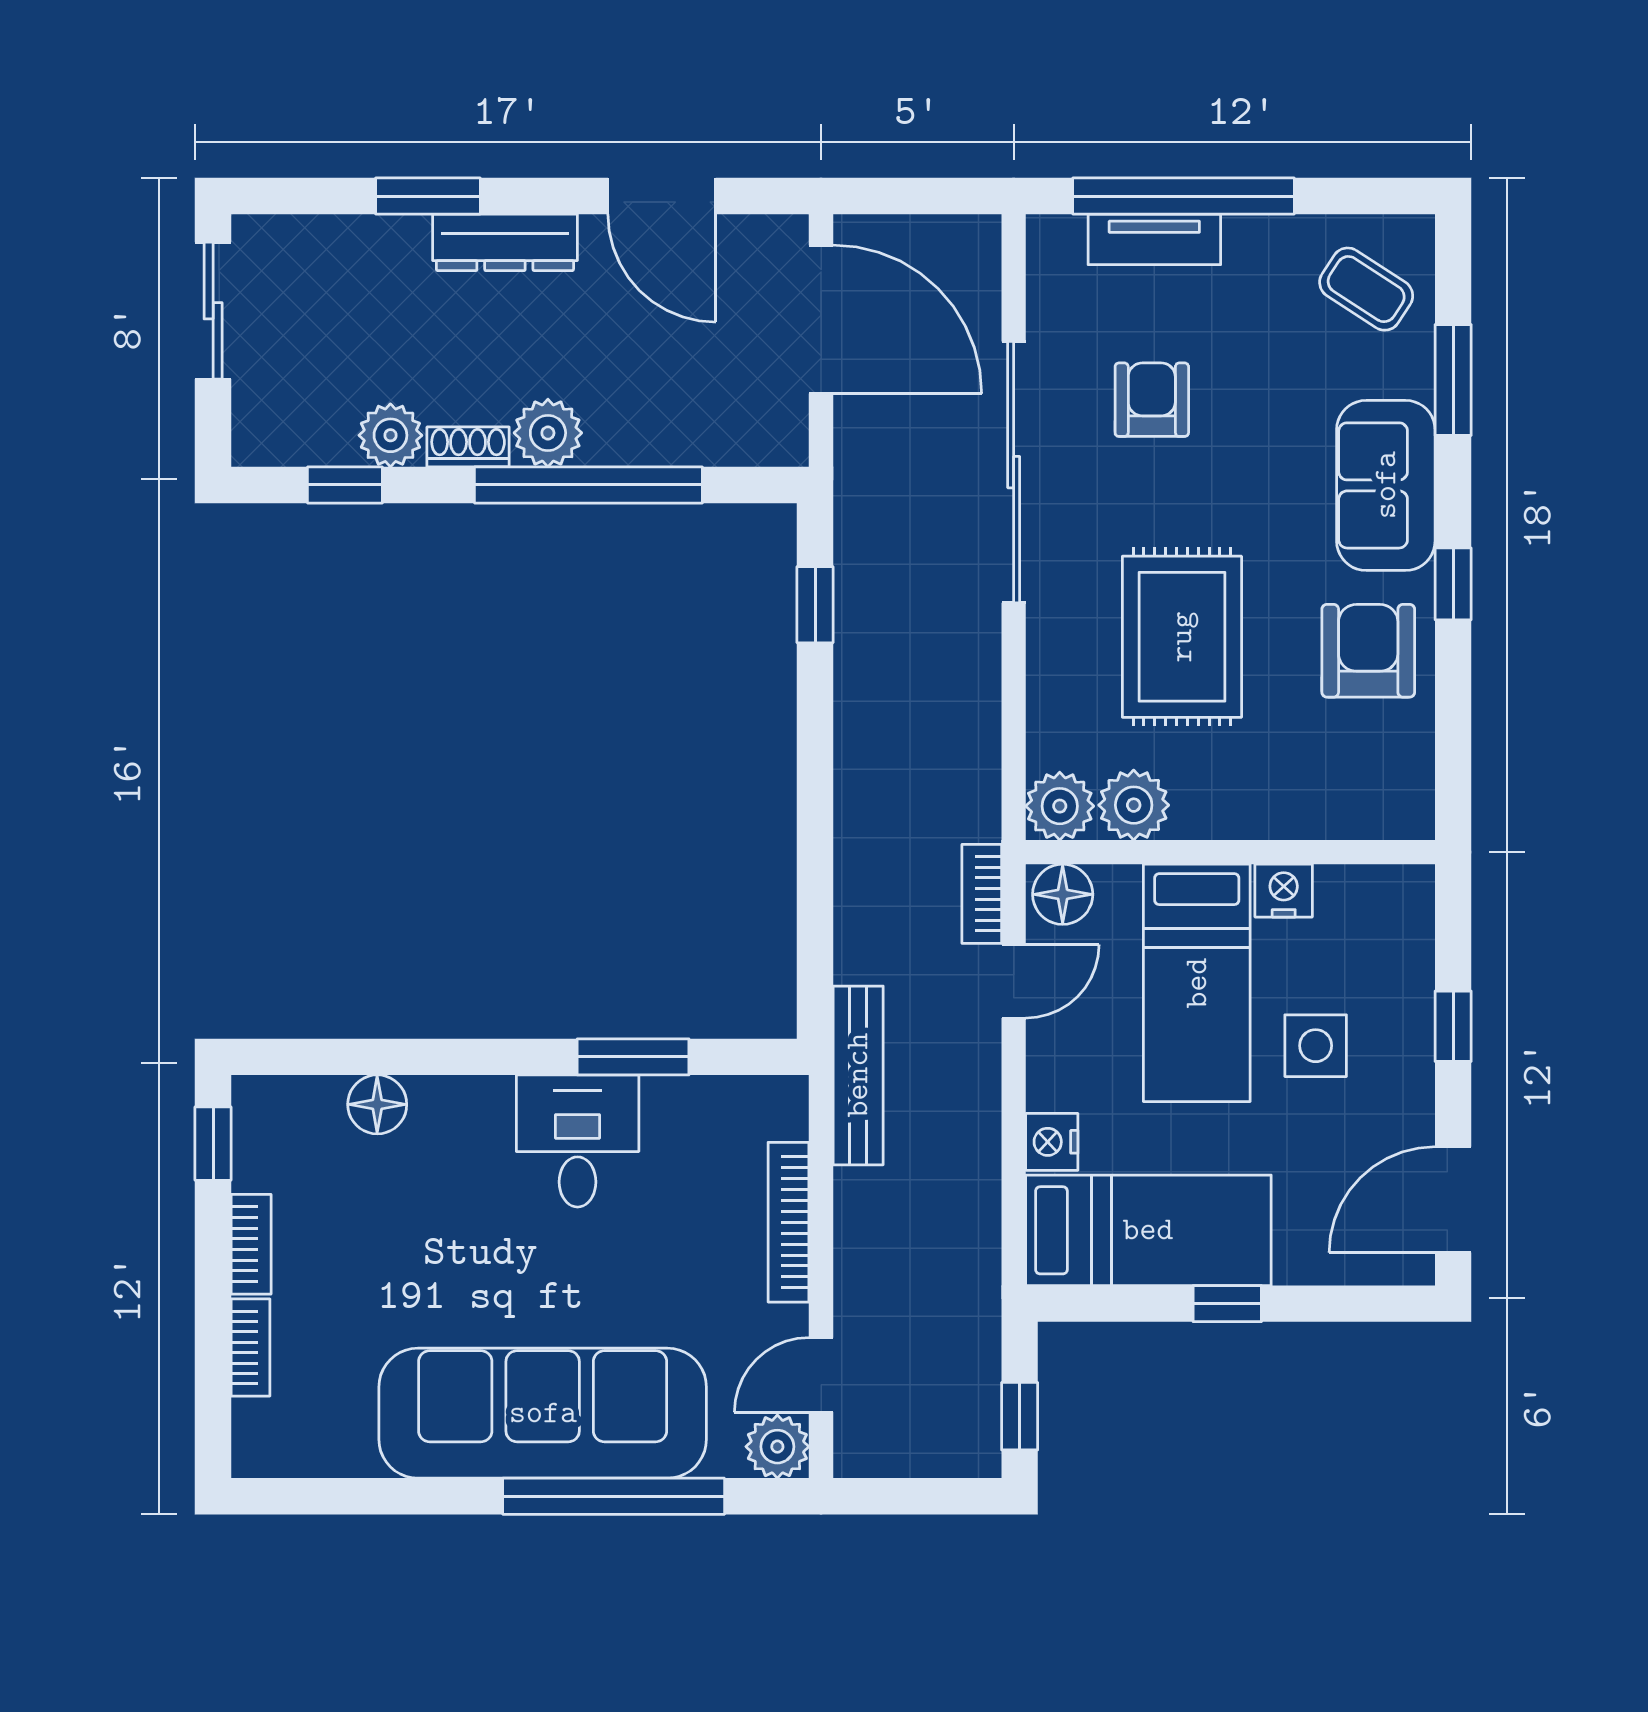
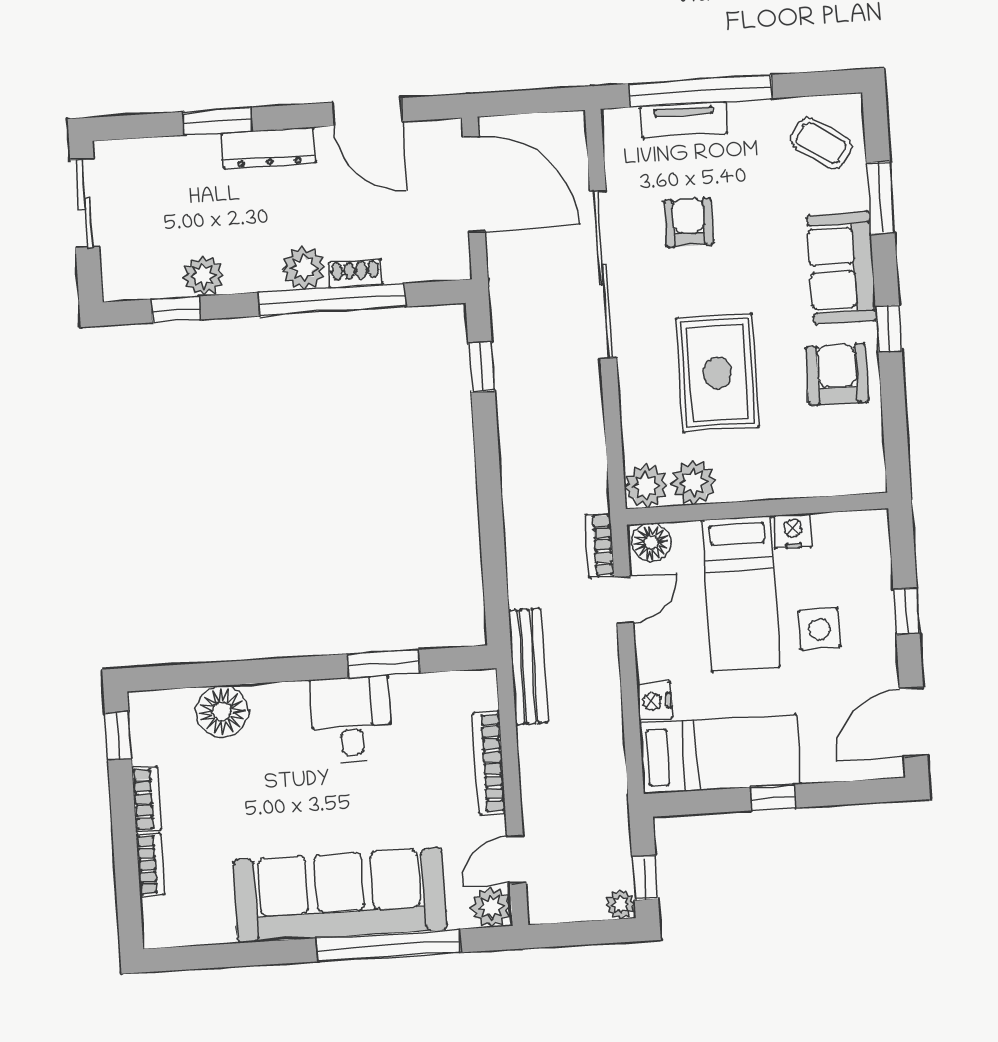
shoe rack: (468, 447) -> (355, 274), moved
floor lamp: (377, 1104) -> (222, 711), width x1.38, depth x1.38
plant: (979, 1455) -> (620, 905), added

